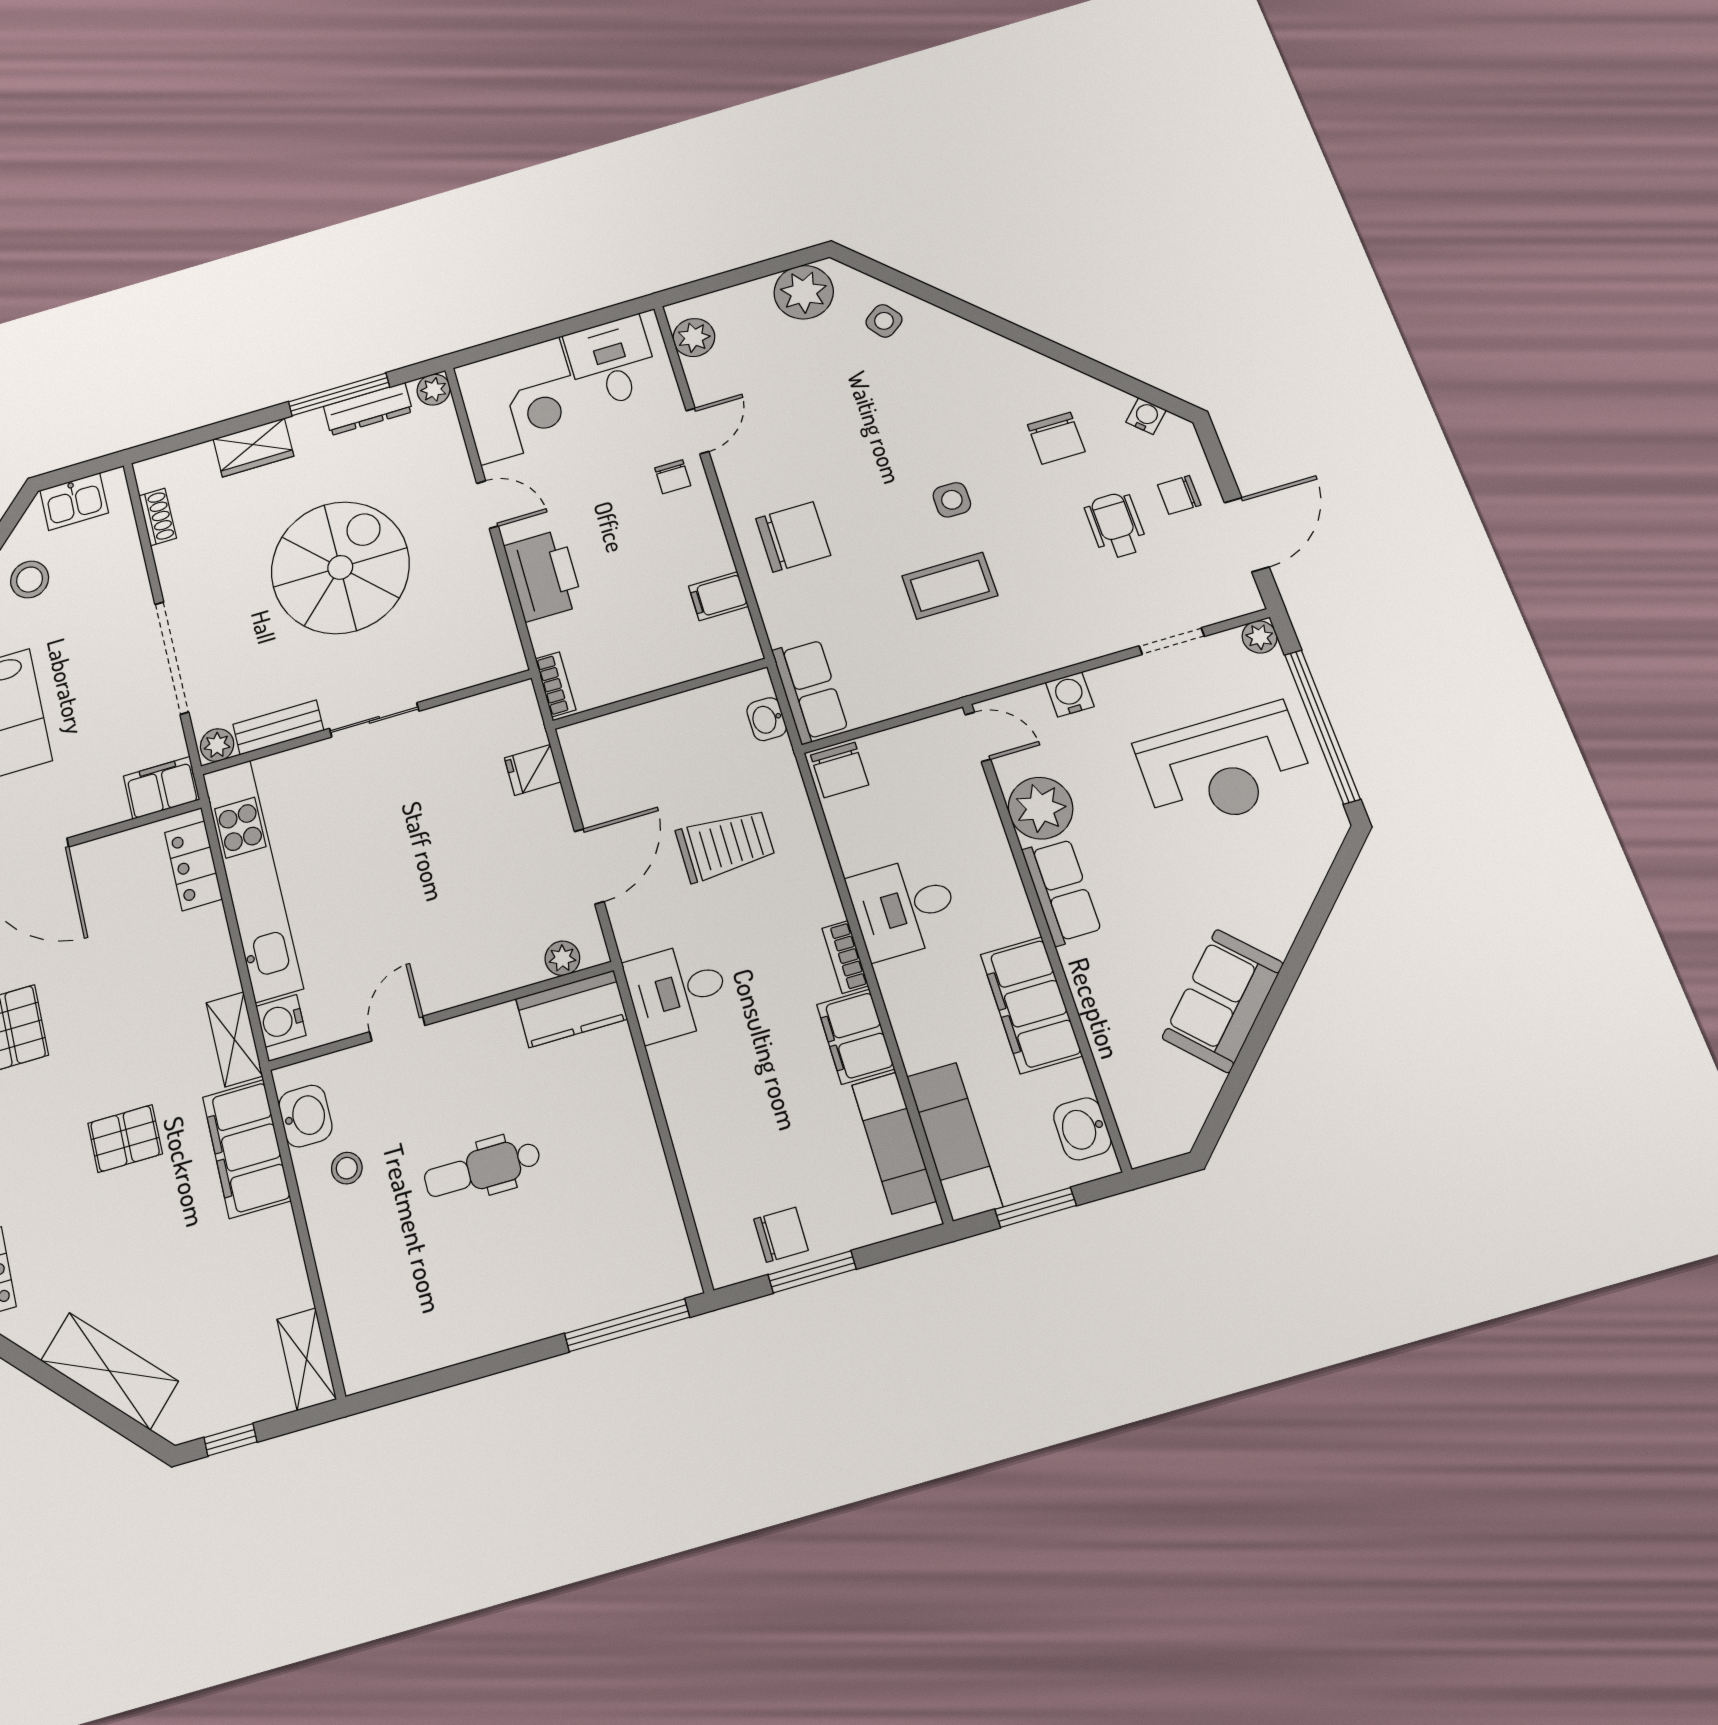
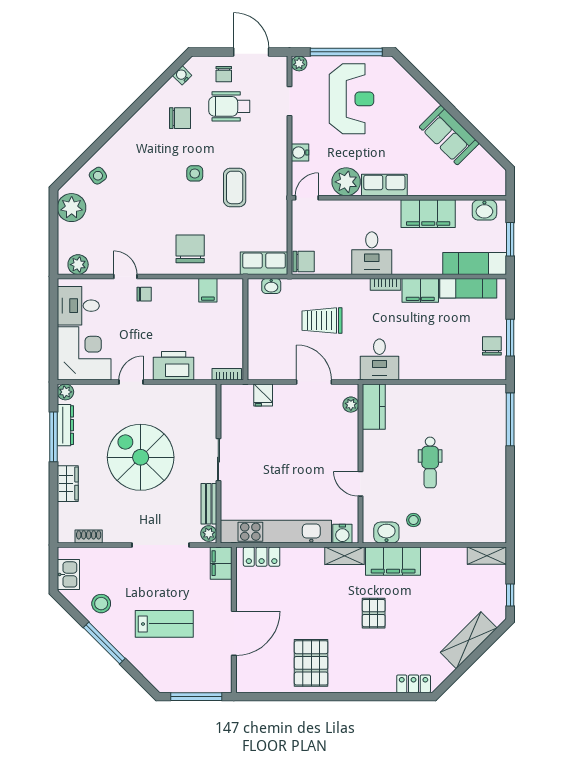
wheelchair: (1116, 526) -> (229, 106), width x1.36, depth x1.37
trolley: (725, 845) -> (322, 321), turned -90

